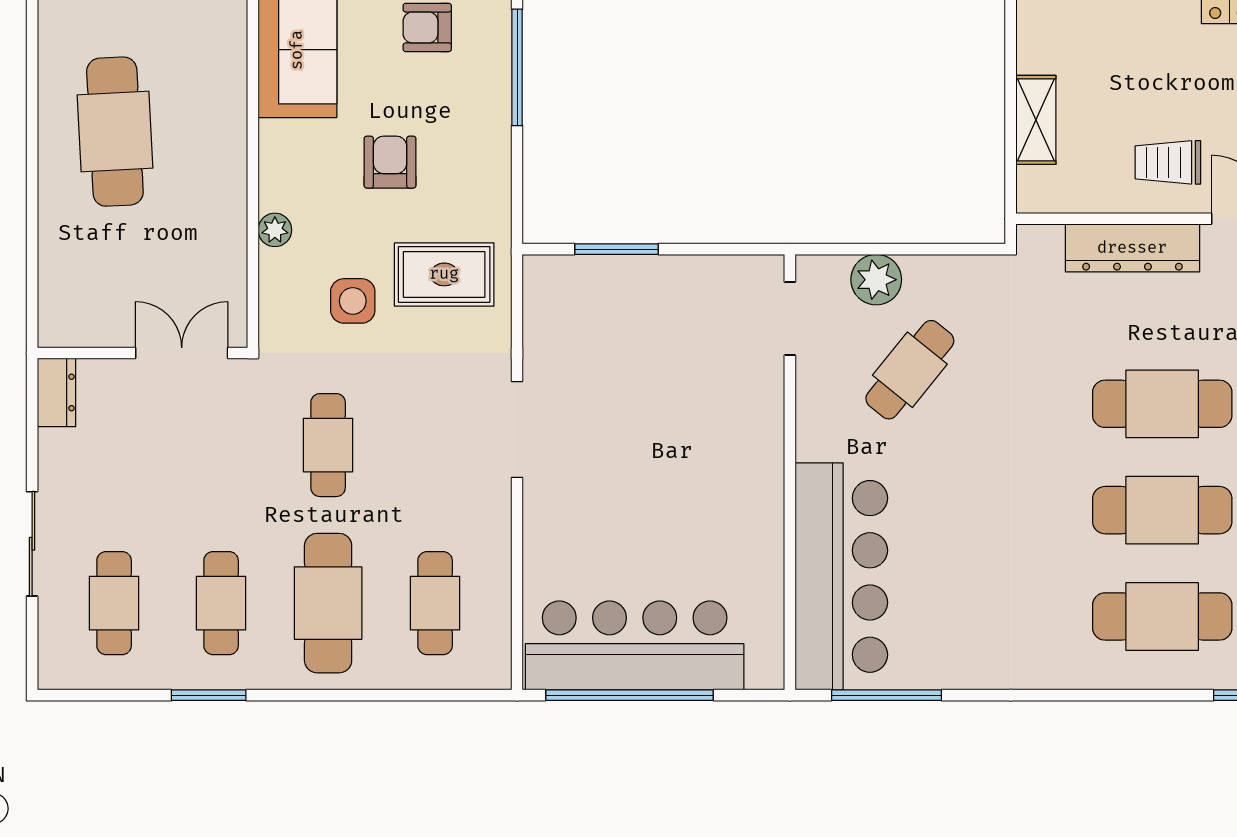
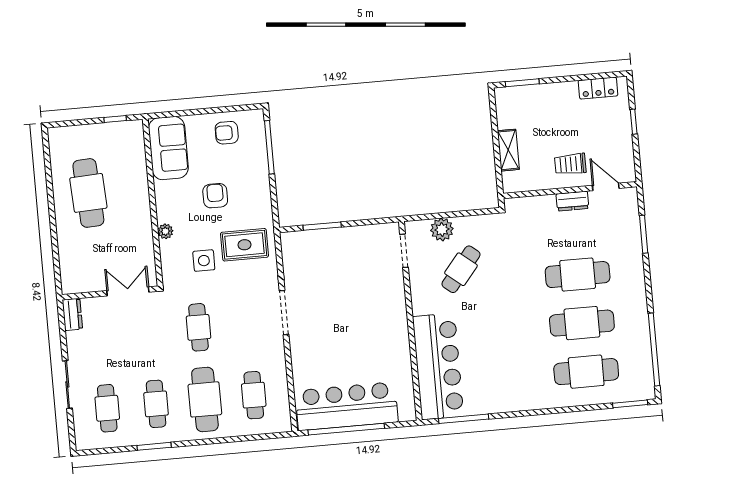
dresser: (1132, 248) -> (572, 201), width x0.51, depth x0.80

